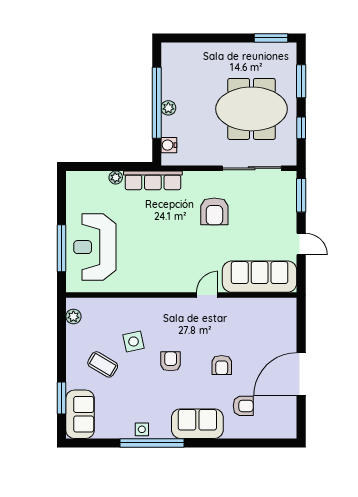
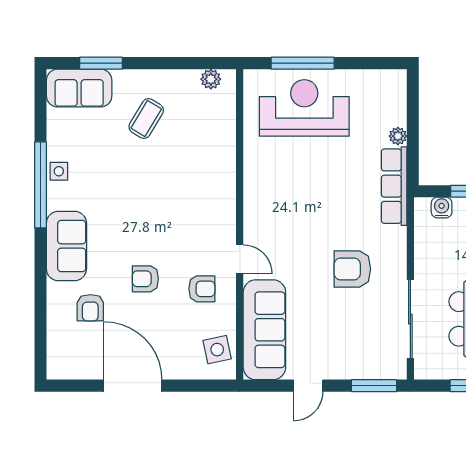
side table: (134, 341) -> (217, 350), moved
armchair: (171, 361) -> (202, 289), moved

